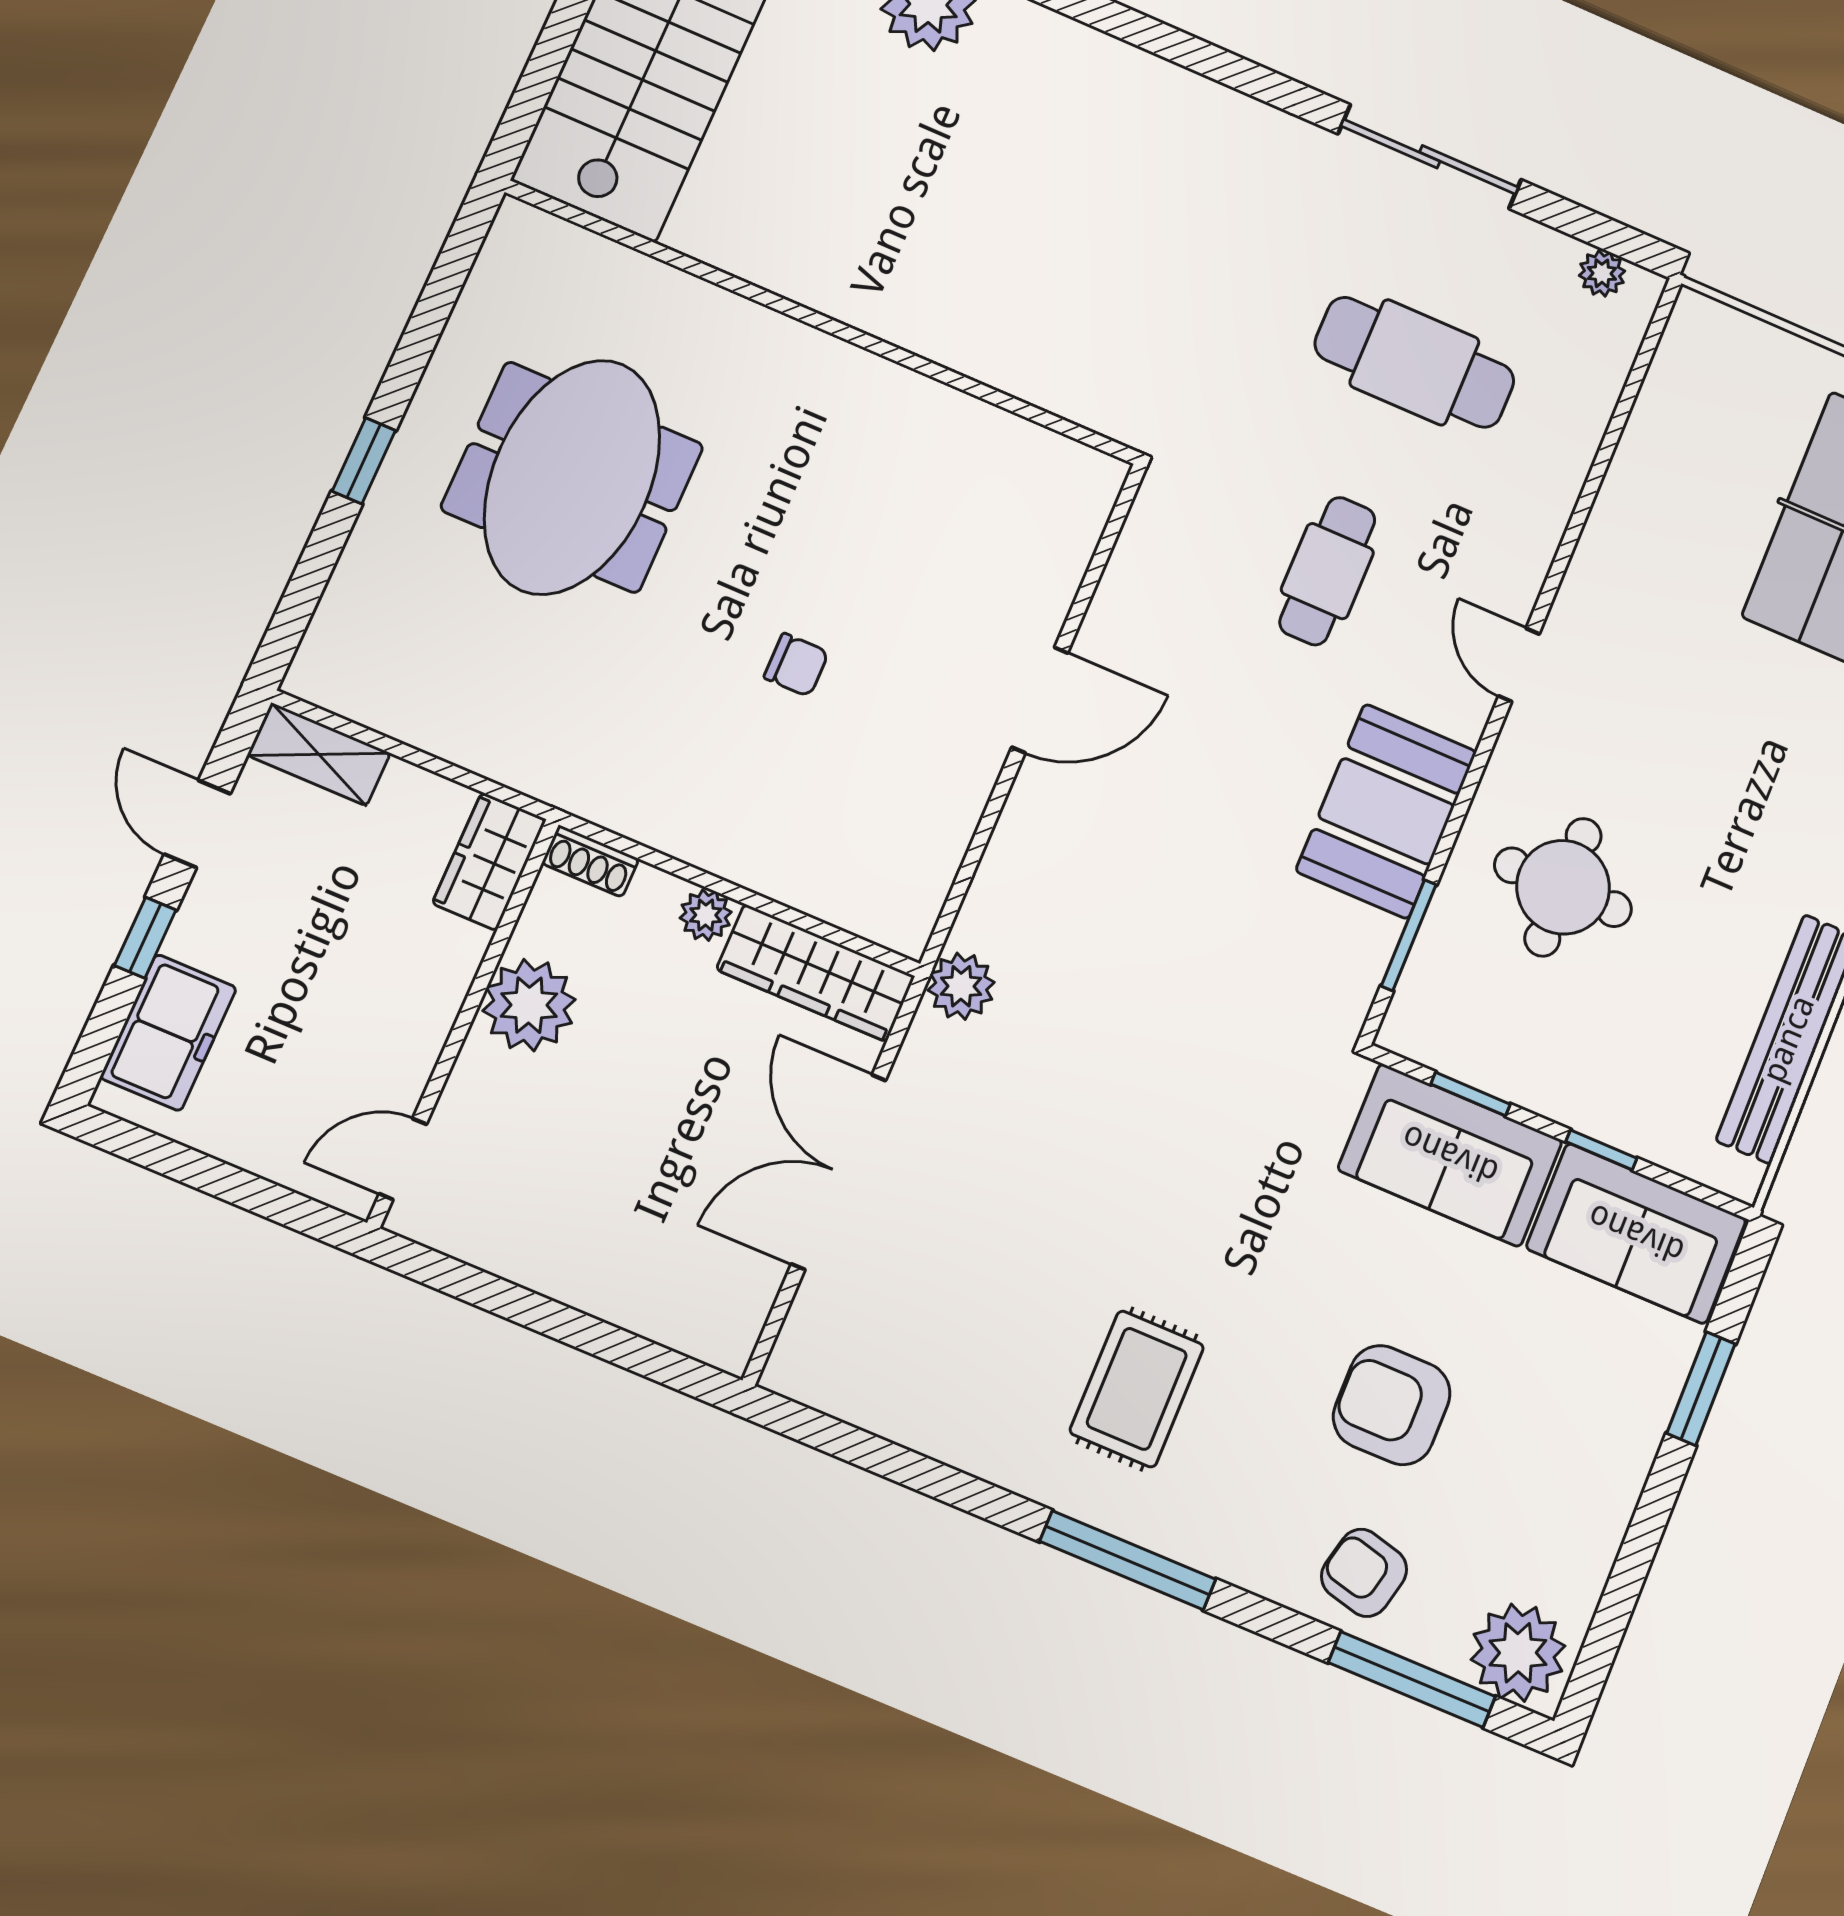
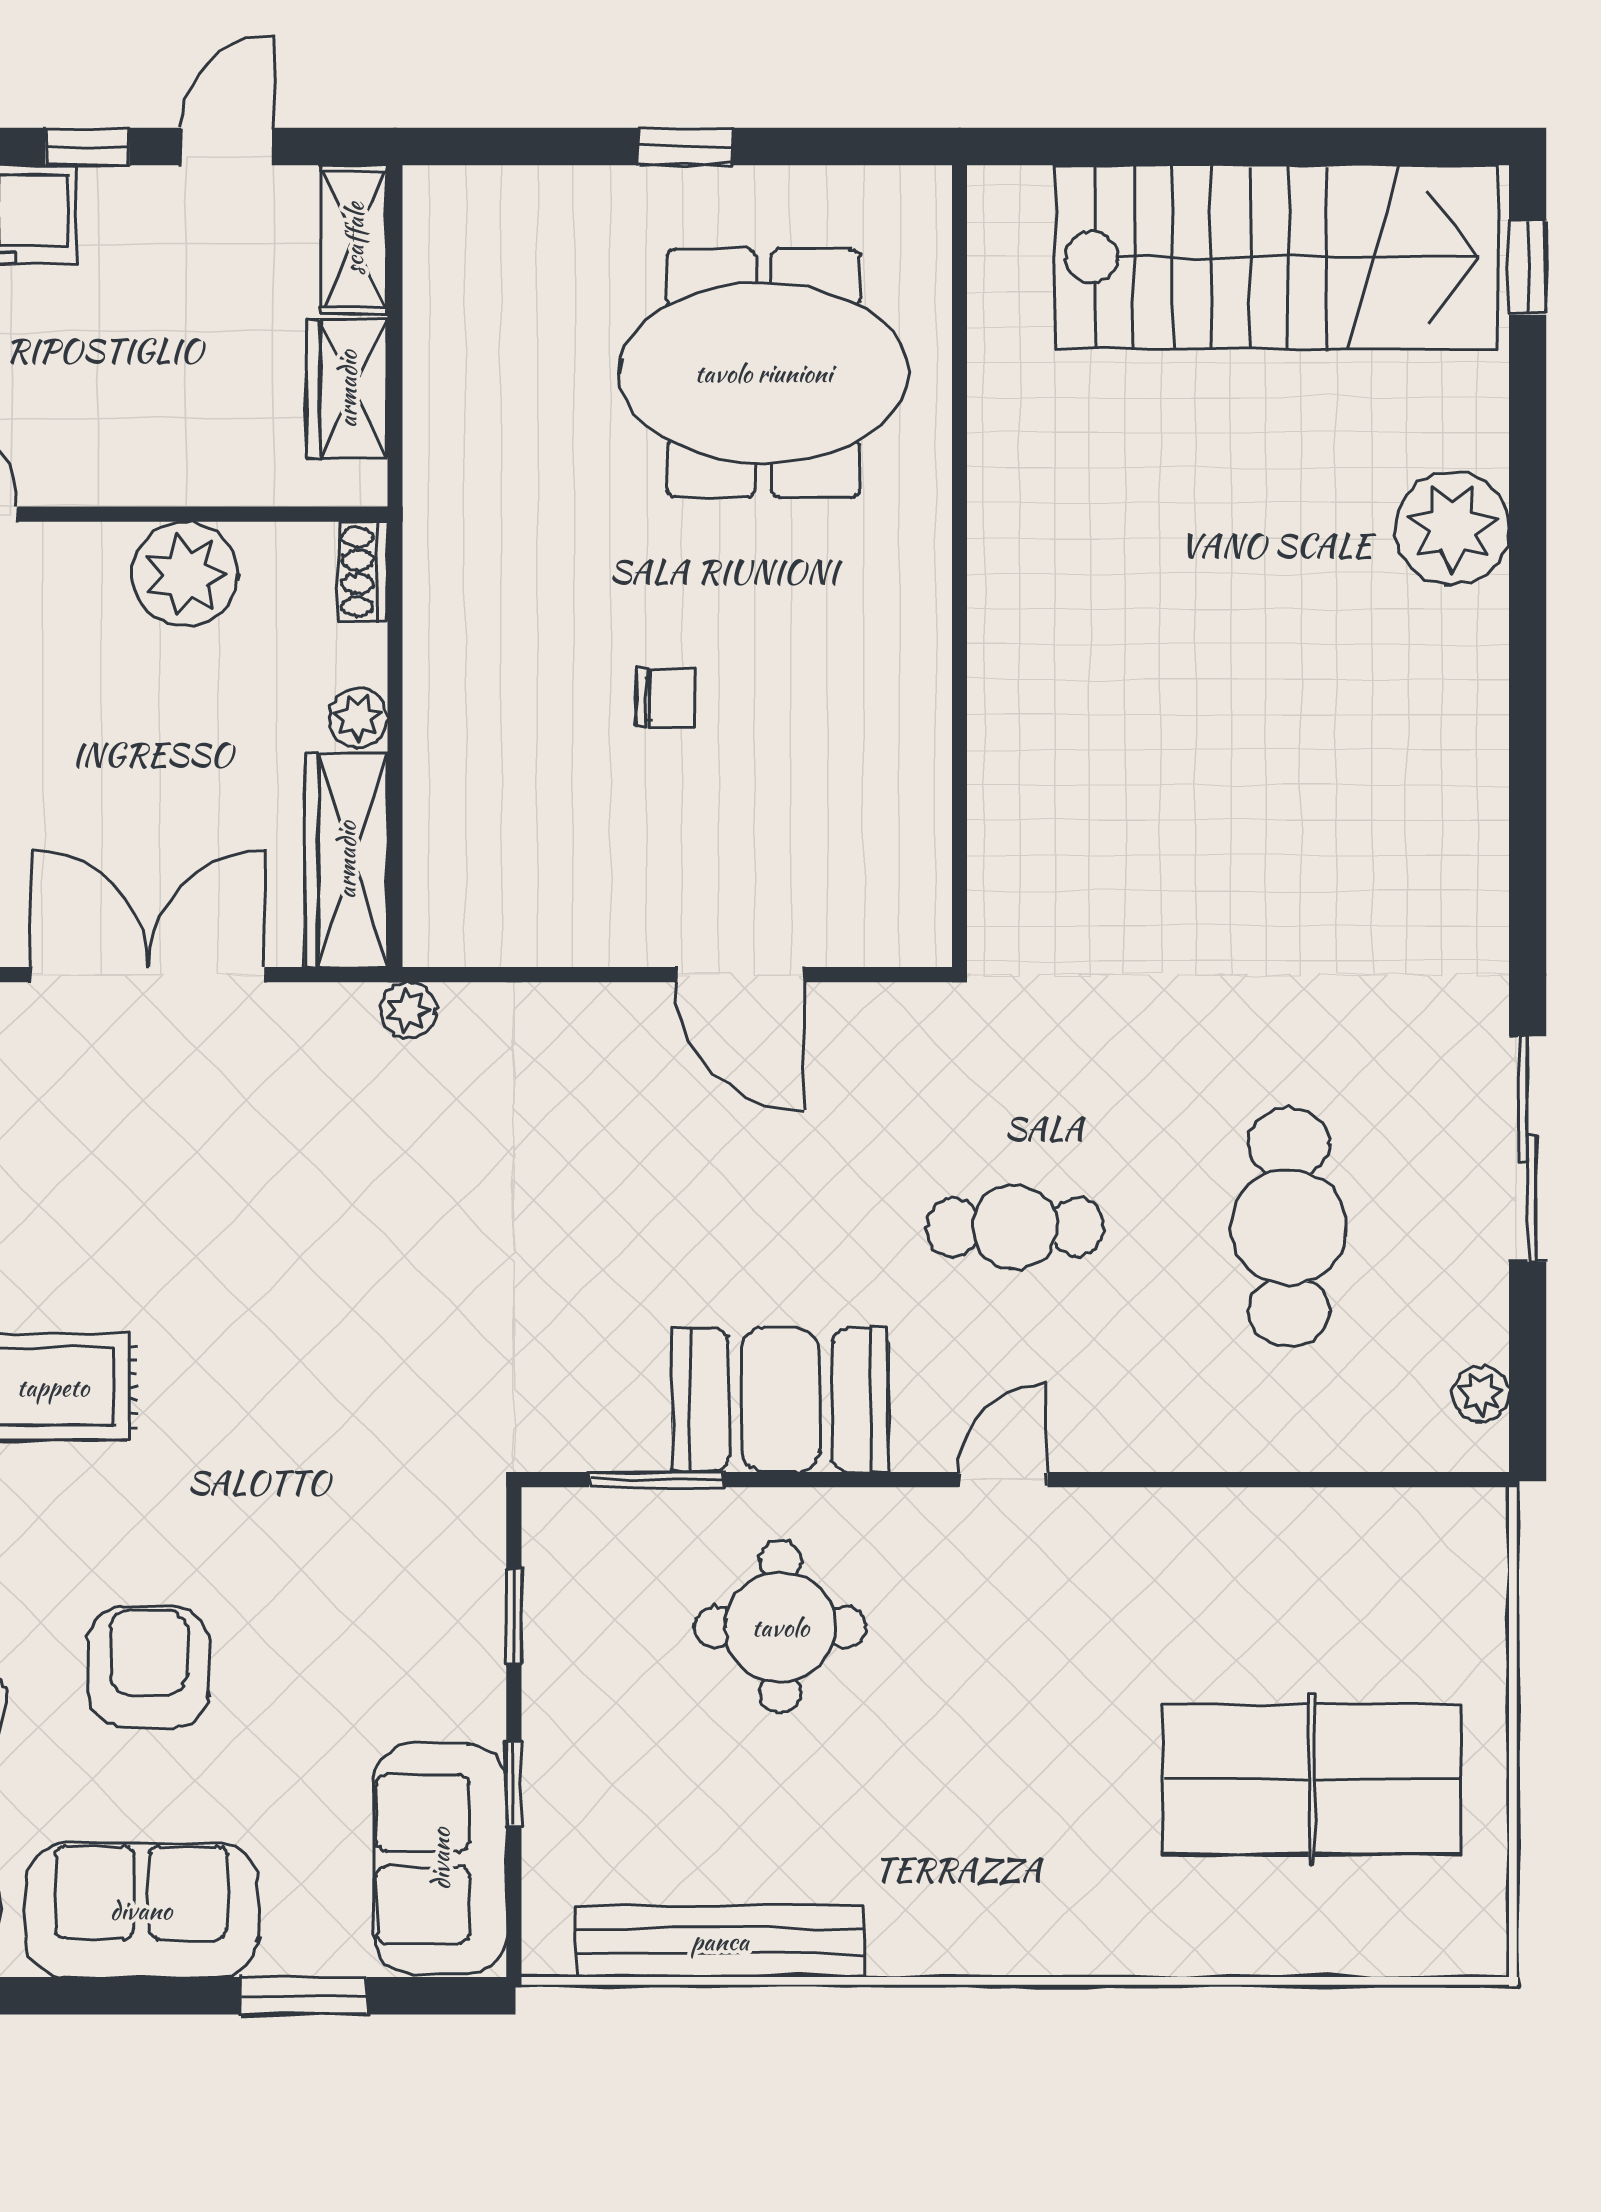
wall: (823, 323) -> (959, 566), moved
chair: (796, 665) -> (665, 698), turned -90
wardrobe: (489, 862) -> (347, 389), moved, turned -90
plant: (961, 986) -> (408, 1010), width x0.73, depth x0.73
sofa: (1450, 1155) -> (141, 1910), moved, turned 90

